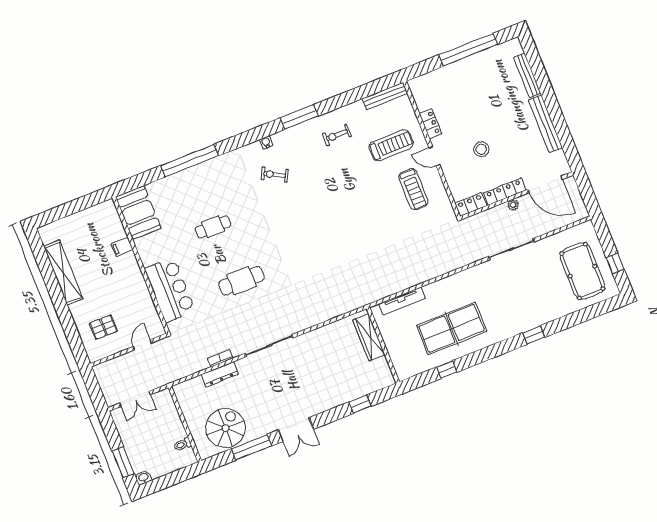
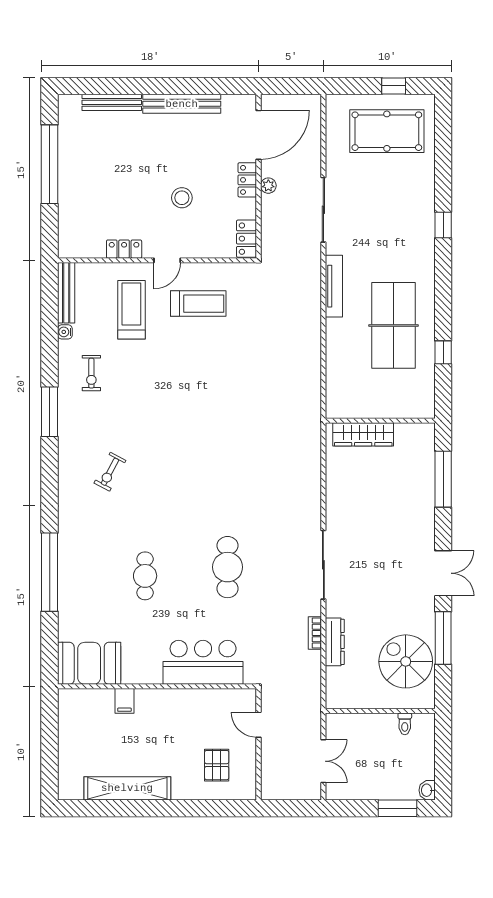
water cooler: (266, 142) -> (65, 332), moved
locker: (505, 192) -> (247, 180), width x0.66
tv unit: (402, 301) -> (334, 286), moved
window: (360, 404) -> (443, 479), width x2.17

